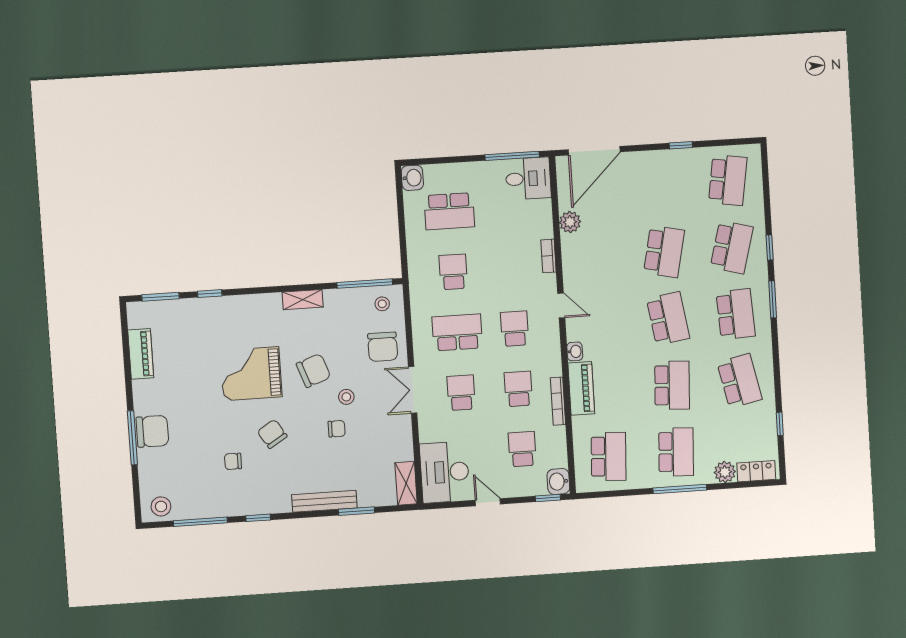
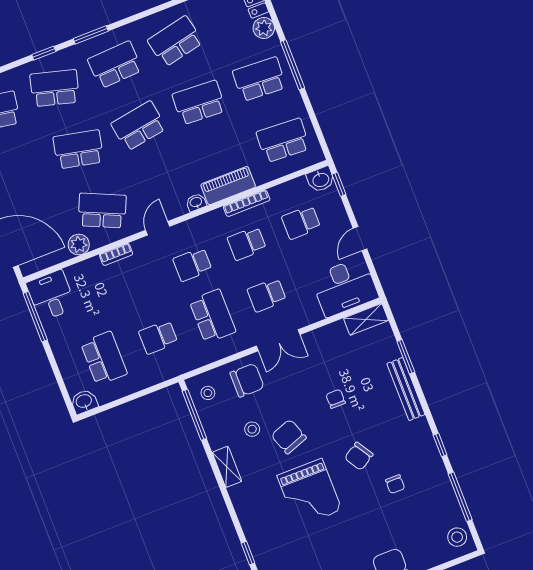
school desk: (596, 256) -> (102, 211), added
school desk: (457, 332) -> (212, 316), turned 180
stool: (346, 397) -> (252, 429), moved

